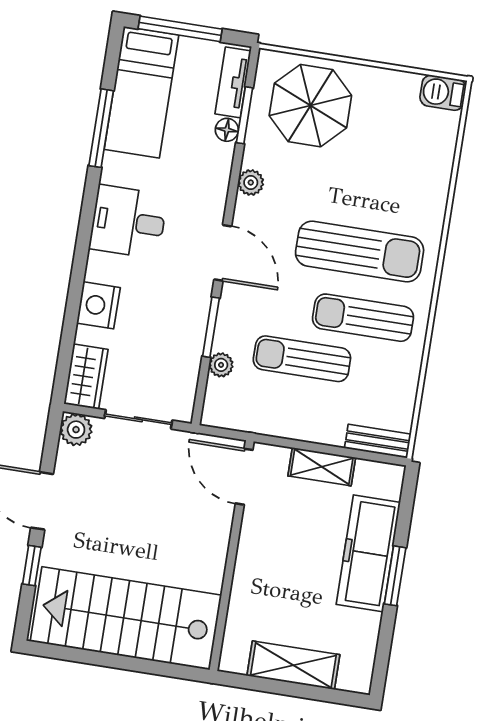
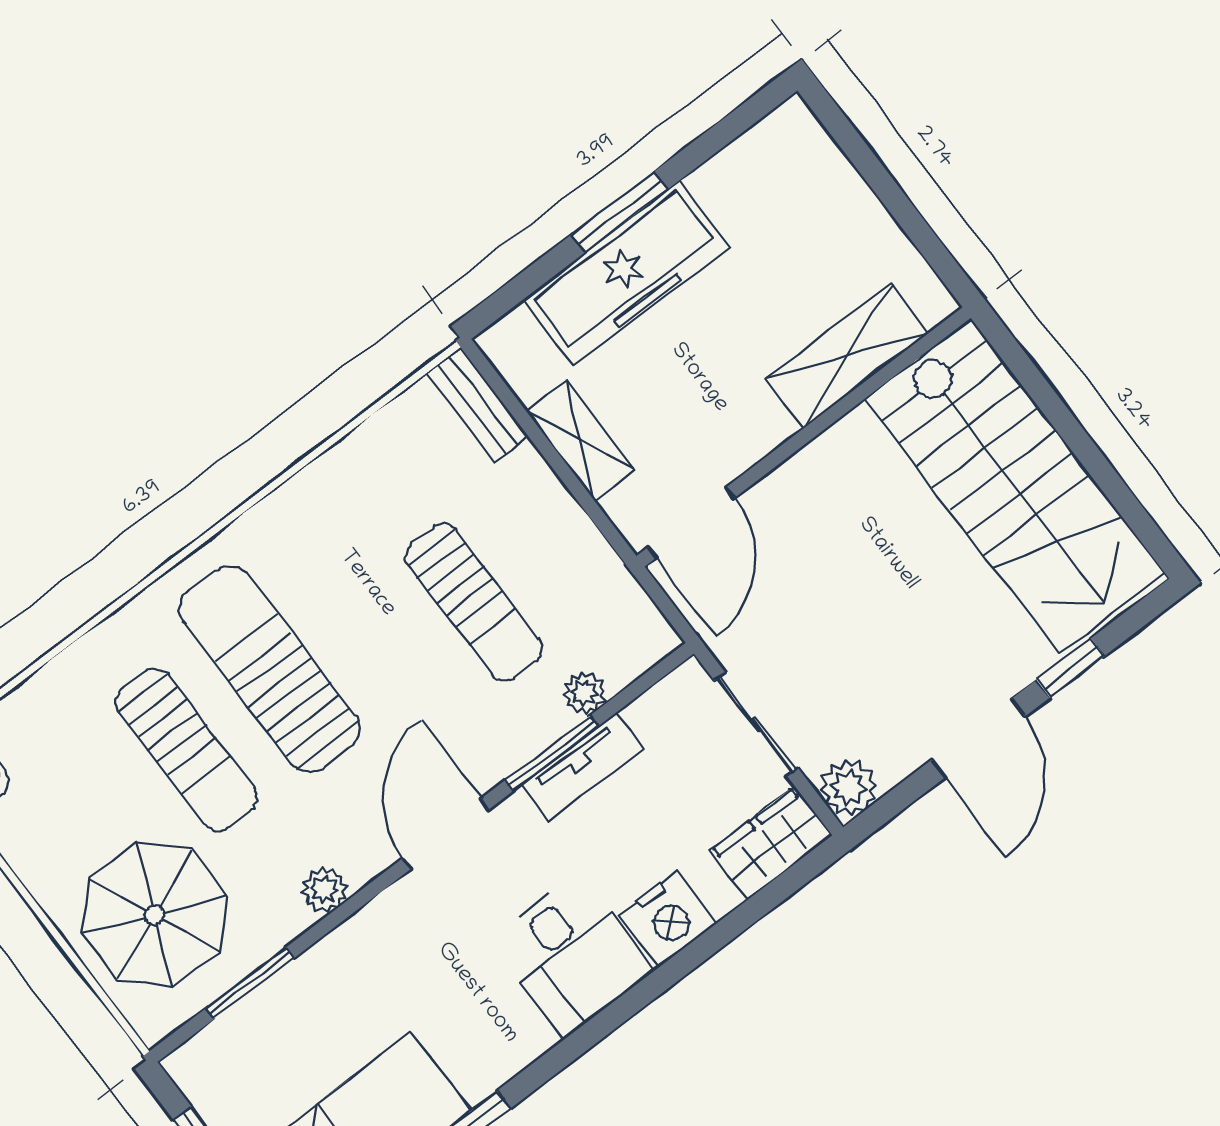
tv unit: (233, 82) -> (582, 767), moved
floor lamp: (227, 130) -> (291, 986), removed
desk: (128, 222) -> (572, 956), moved
sun lounger: (363, 318) -> (187, 750), moved
shelving: (293, 665) -> (848, 356), moved, turned 90

